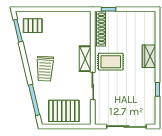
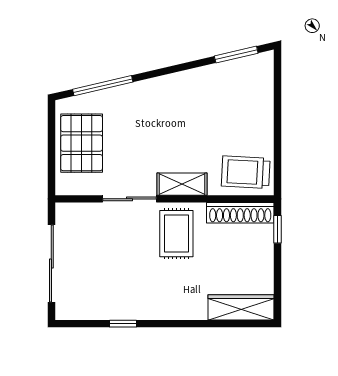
pallet: (33, 26) -> (246, 83), removed
wardrobe: (149, 56) -> (241, 307), moved, width x1.50
trolley: (45, 69) -> (246, 172), moved

